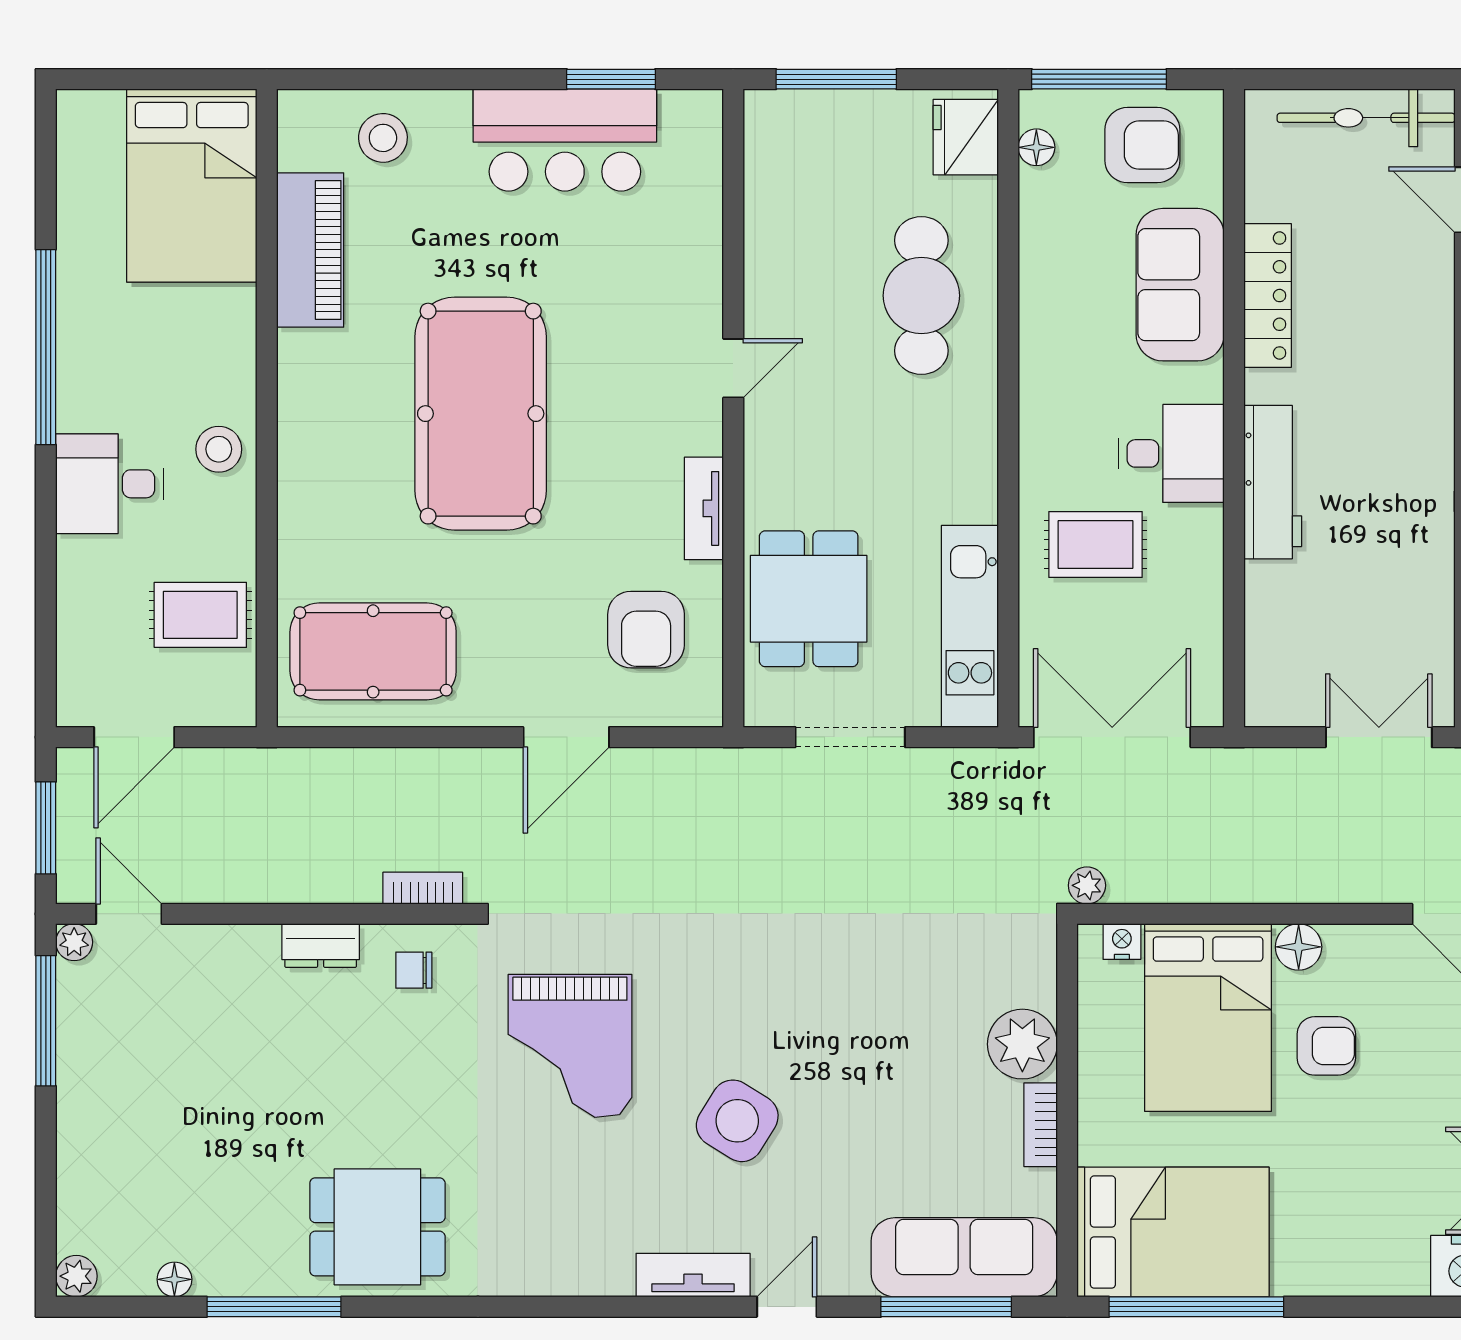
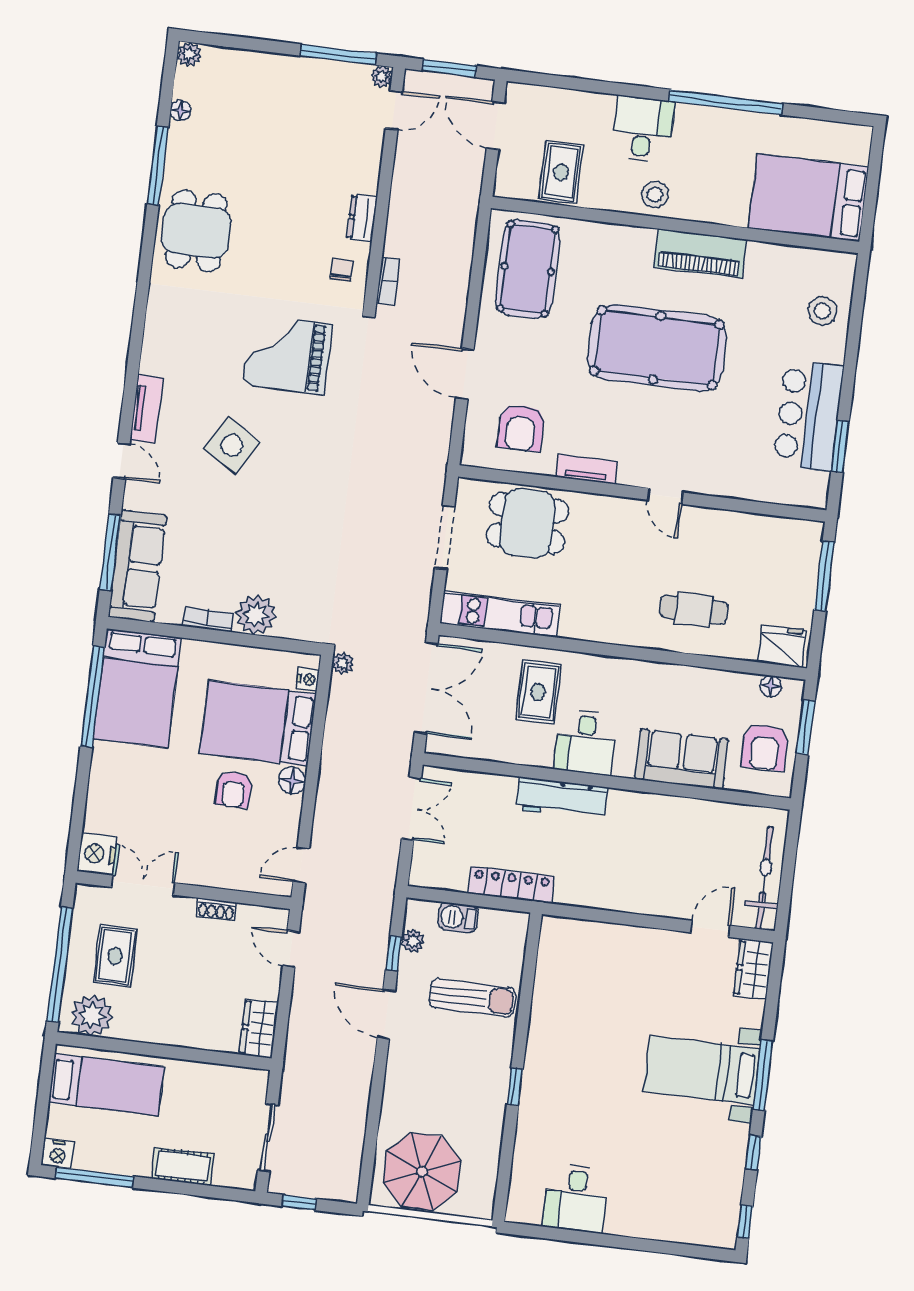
window: (1099, 79) -> (806, 727), width x0.69
piano: (310, 250) -> (700, 253), moved
cafe table: (921, 296) -> (694, 610), width x0.73, depth x0.74
locker: (1268, 296) -> (511, 885), moved, turned 180
armchair: (646, 630) -> (521, 428), turned -90
double door: (1379, 737) -> (411, 809), moved

